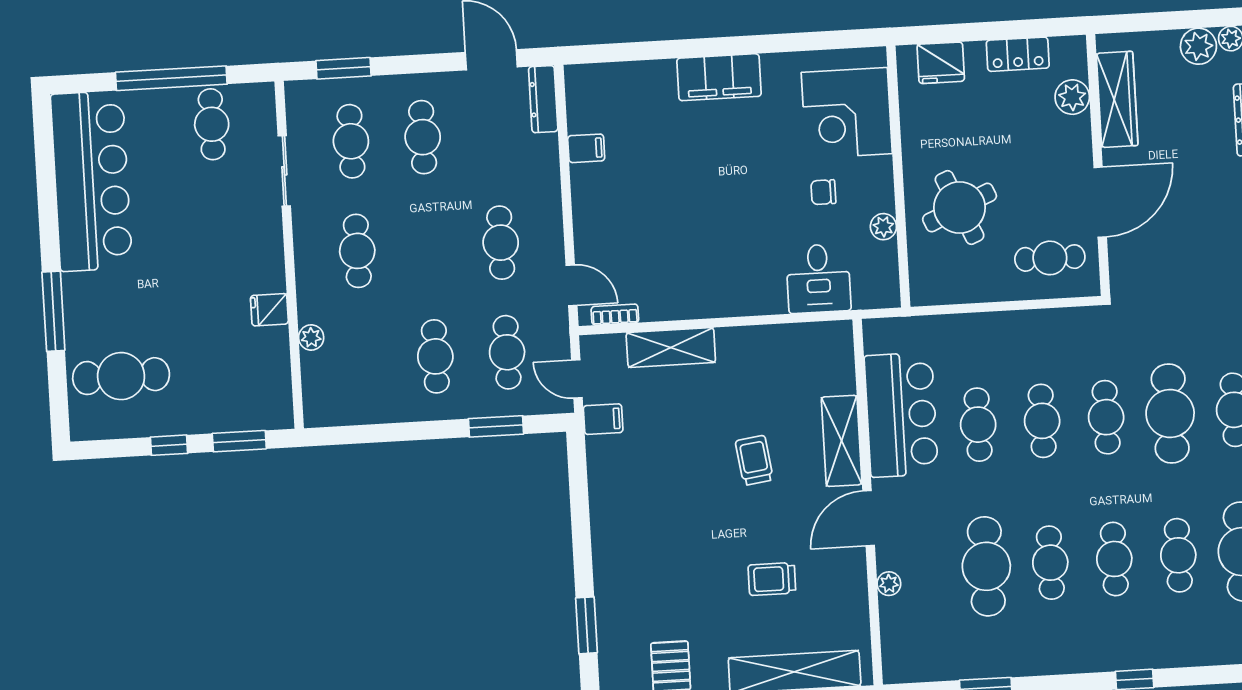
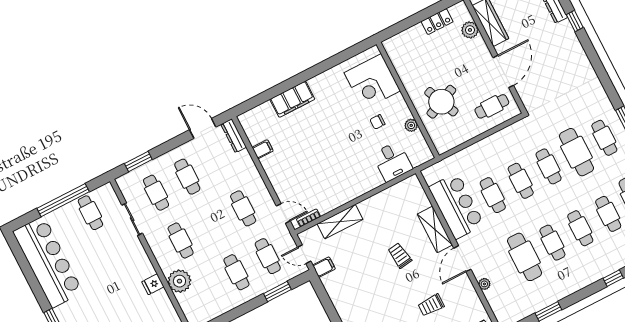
fridge: (941, 63) -> (404, 41), removed
filing cabinet: (719, 77) -> (292, 99), moved
plant: (311, 337) -> (179, 281), width x1.87, depth x1.87

